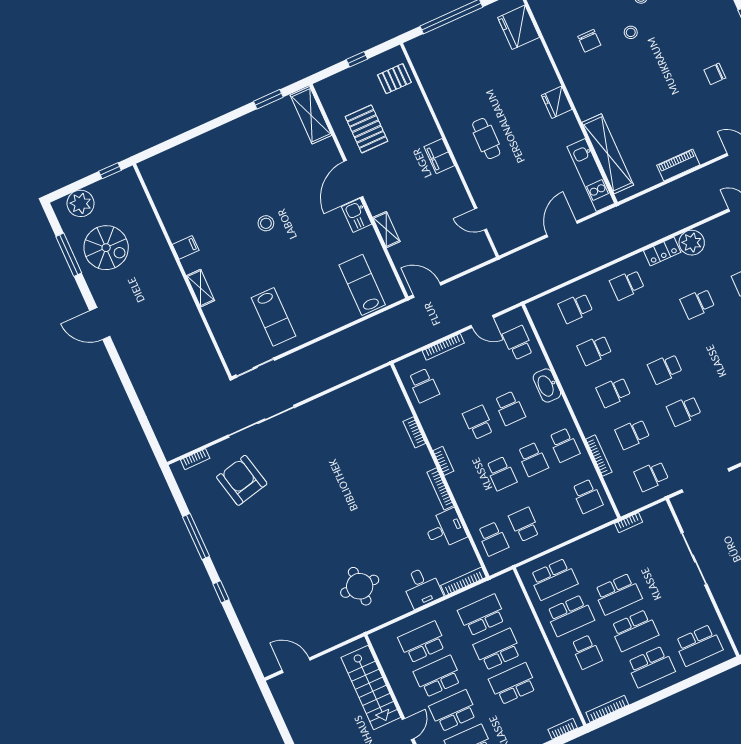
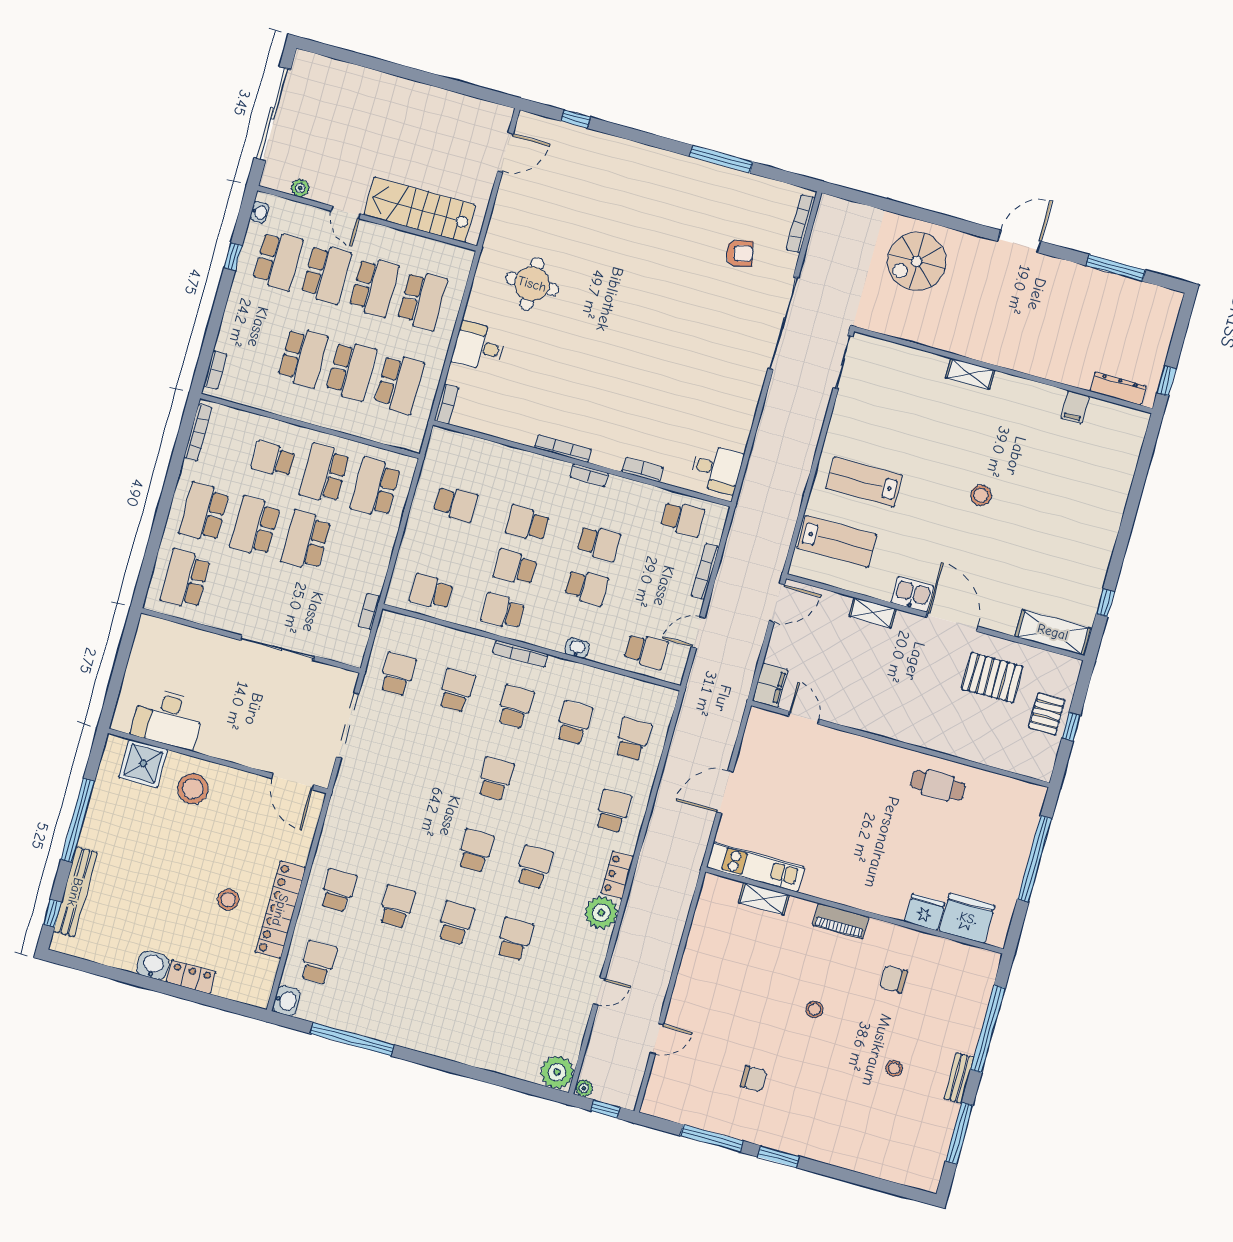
stool: (631, 32) -> (814, 1009), moved
chair: (715, 74) -> (754, 1079), turned 90
pallet: (394, 79) -> (1047, 714), moved
window: (268, 99) -> (1105, 603), width x0.67
fridge: (557, 102) -> (925, 912), moved
cafe table: (486, 139) -> (938, 785), moved
shelving: (608, 154) -> (764, 899), width x0.45, depth x0.75
filing cabinet: (439, 156) -> (770, 685), moved, turned 90
piano: (678, 165) -> (841, 921), moved, turned 90
dresser: (138, 195) -> (1118, 388), added
plant: (81, 203) -> (1158, 323), removed
door: (481, 219) -> (804, 718), hinge flipped
door: (562, 229) -> (725, 792), swing flipped
filing cabinet: (186, 247) -> (1075, 407), moved
spiral stairs: (106, 248) -> (917, 261), moved
lab bench: (274, 317) -> (864, 482), moved
school desk: (424, 385) -> (682, 519), turned 180
washbasin: (547, 385) -> (577, 648), width x0.52, depth x0.69
school desk: (510, 408) -> (587, 587), turned 180
school desk: (684, 411) -> (475, 851), moved
bookcase: (599, 456) -> (520, 654), moved
bookcase: (195, 459) -> (801, 224), width x1.56
armchair: (242, 480) -> (740, 253), width x0.53, depth x0.53
desk: (445, 529) -> (717, 469), moved, turned -90
school desk: (493, 539) -> (468, 460), removed
bookcase: (463, 581) -> (446, 404), width x0.64
window: (221, 592) -> (576, 119), moved

